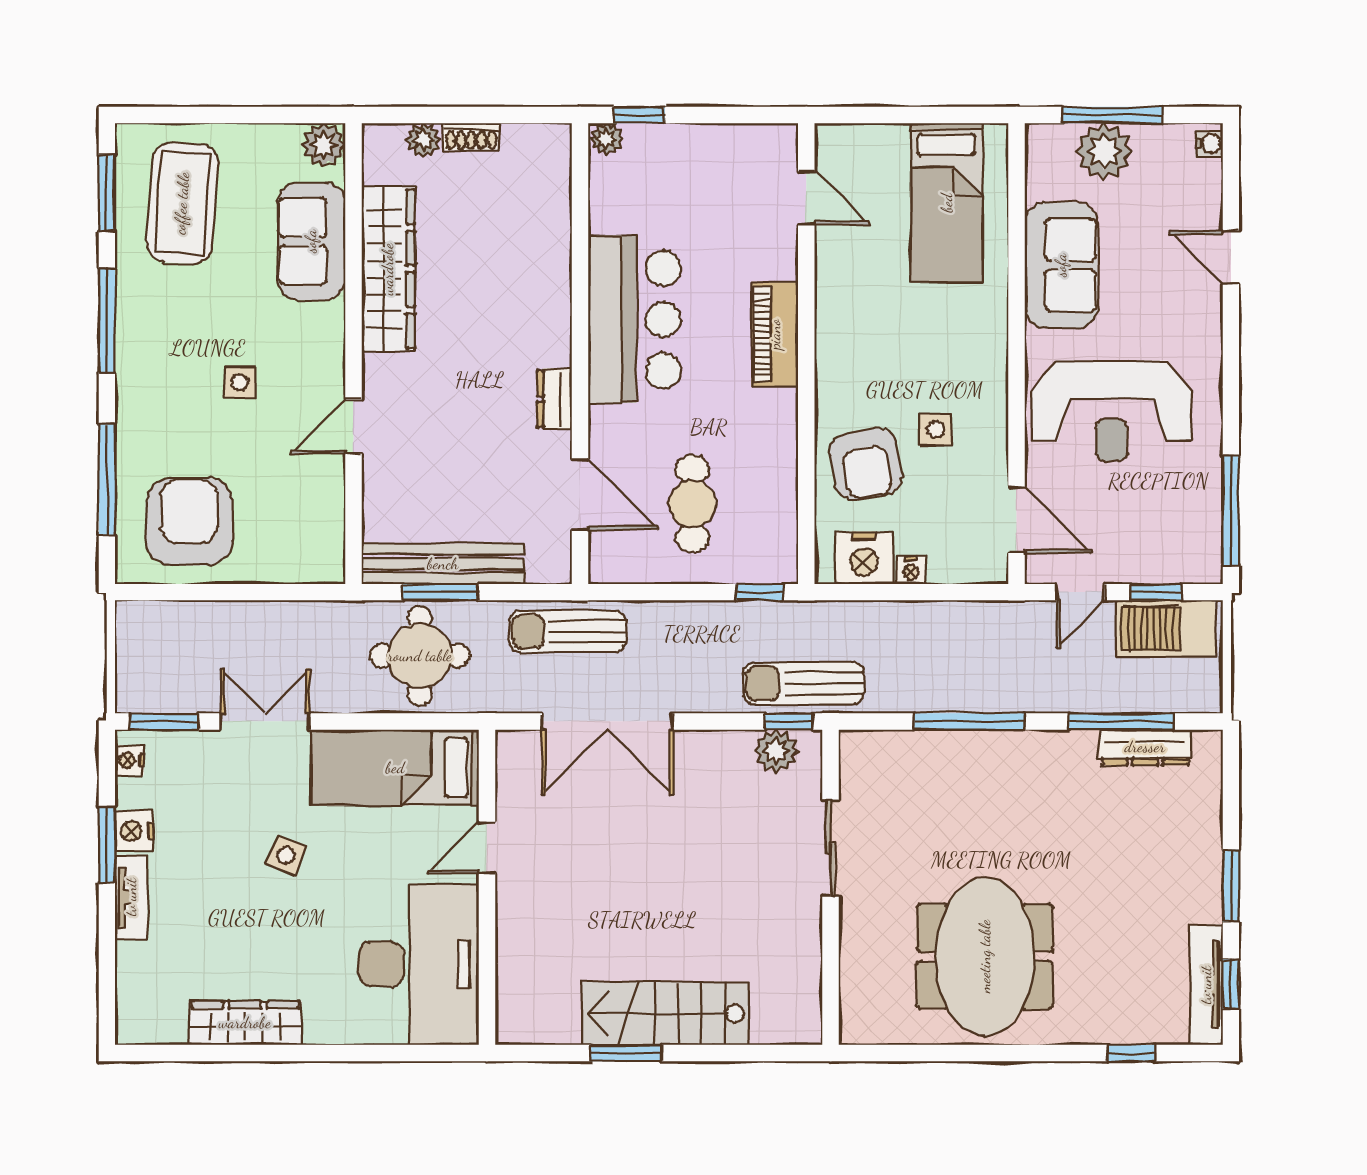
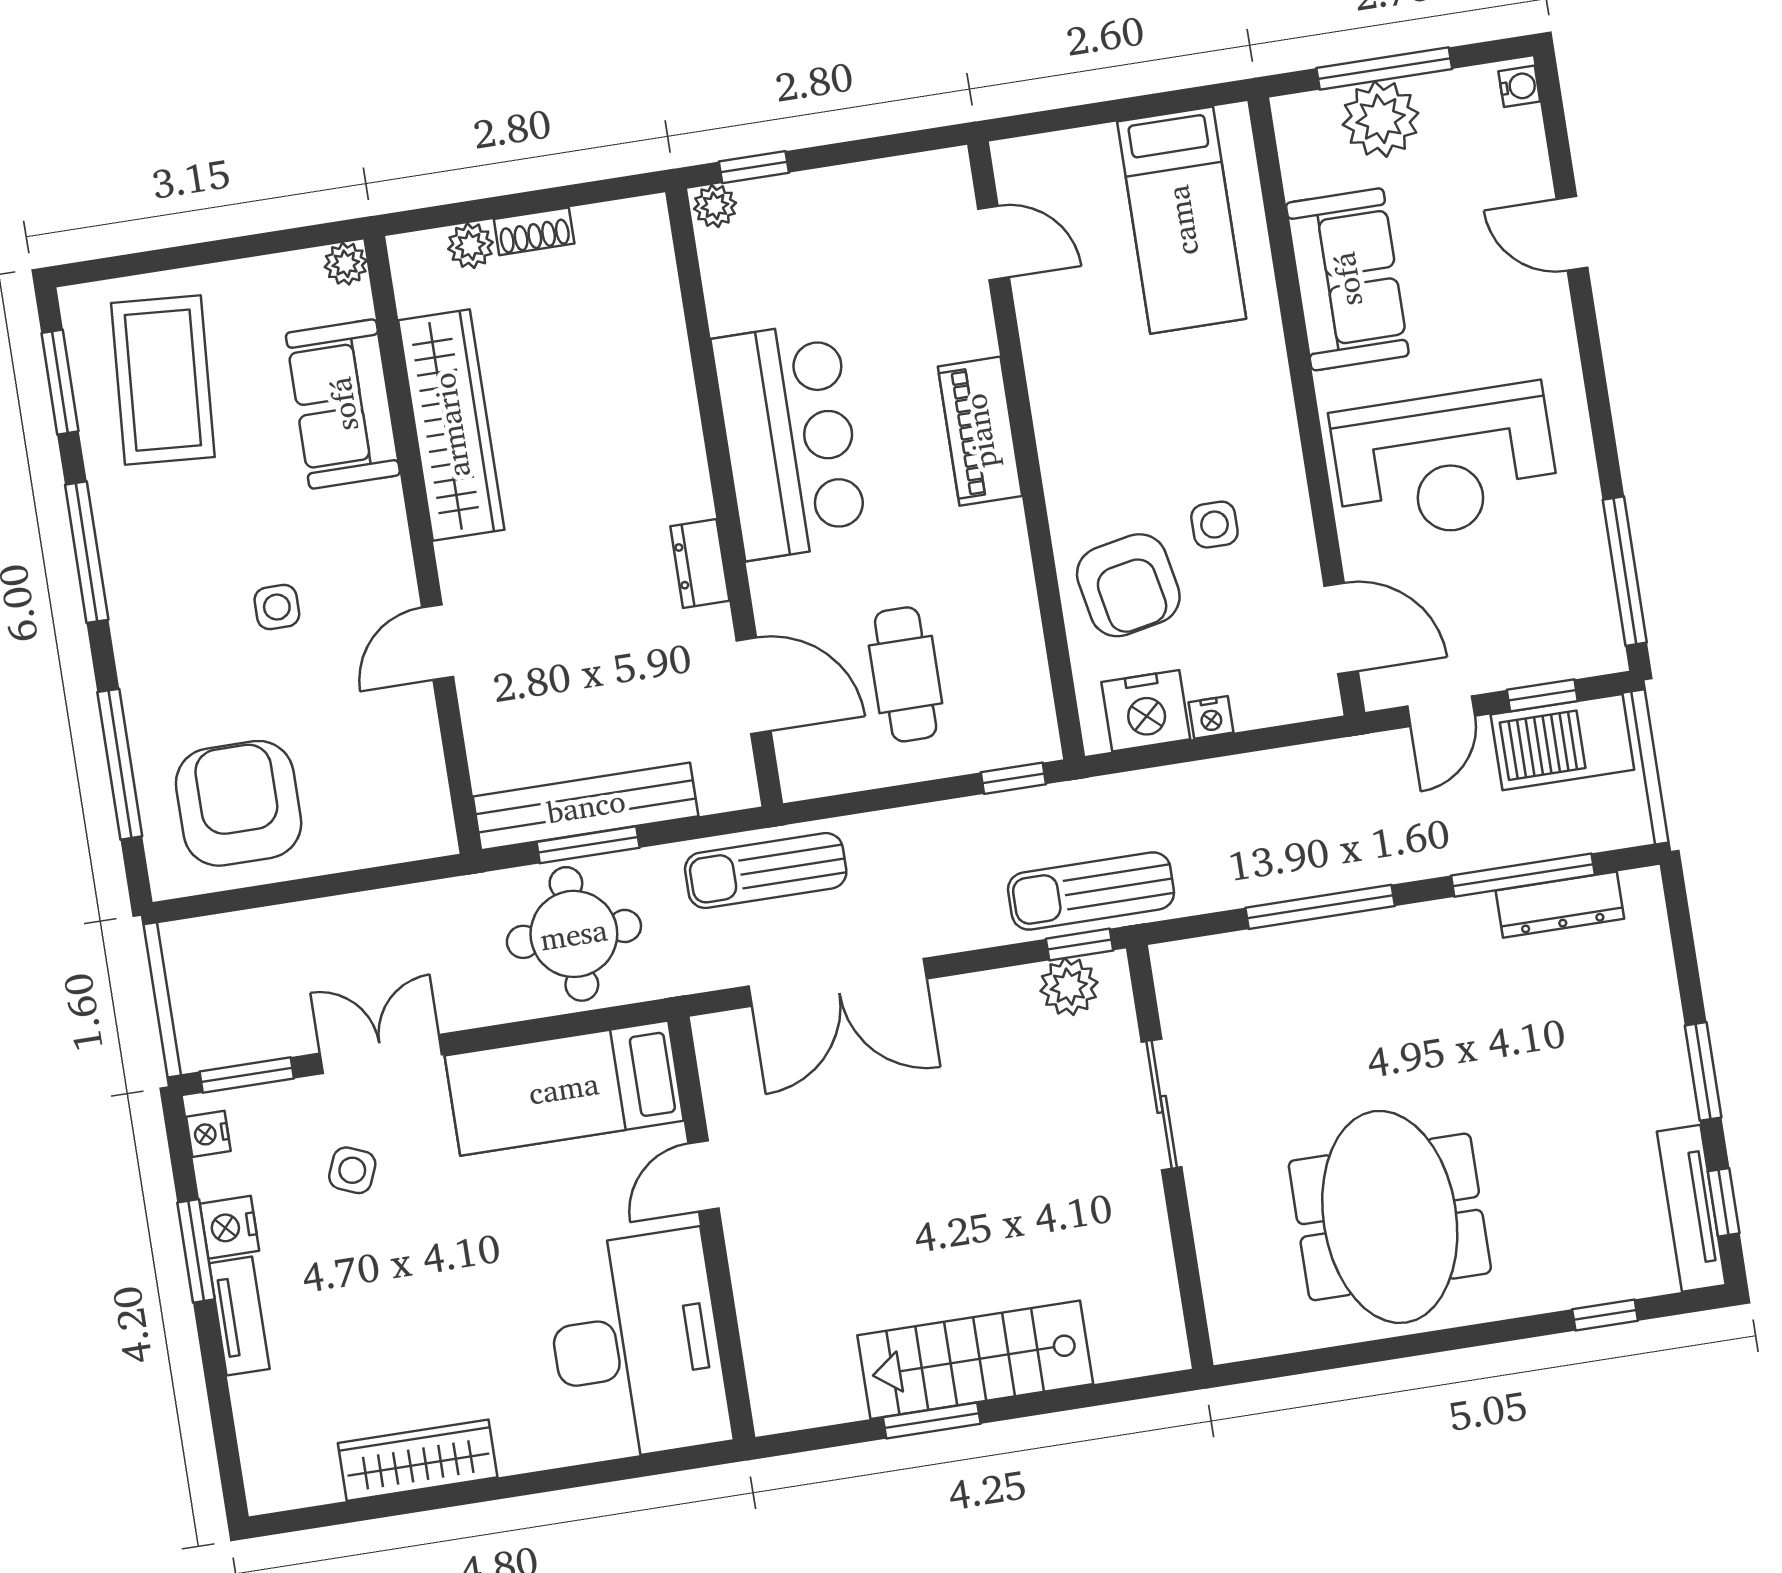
plant: (324, 145) -> (346, 264), width x0.73, depth x0.73
side table: (286, 855) -> (352, 1170), moved

